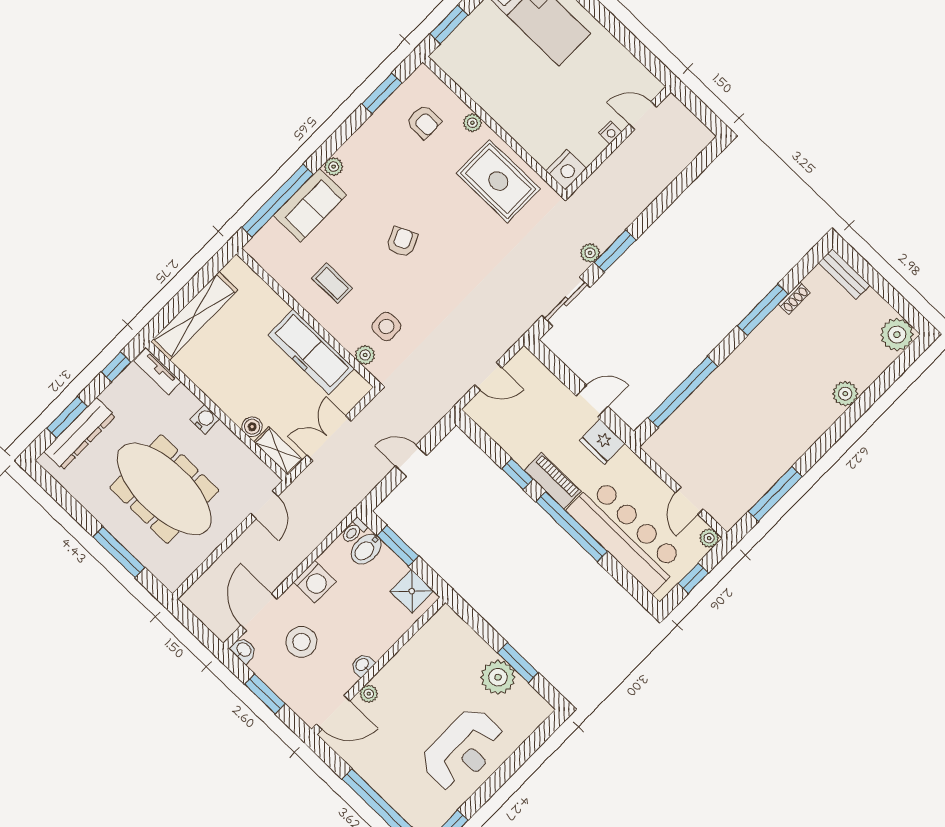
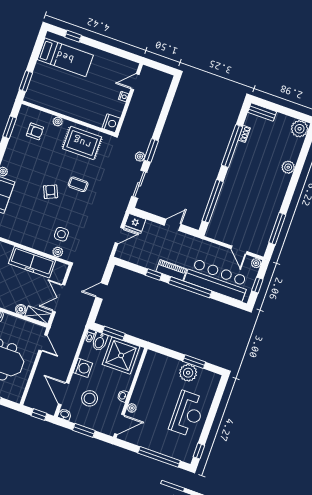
coffee table: (332, 283) -> (78, 184), moved
window: (763, 310) -> (232, 146), width x1.46
fridge: (602, 442) -> (135, 223), moved
shower: (412, 591) -> (121, 355), width x1.86, depth x1.86
window: (198, 629) -> (39, 414), added

